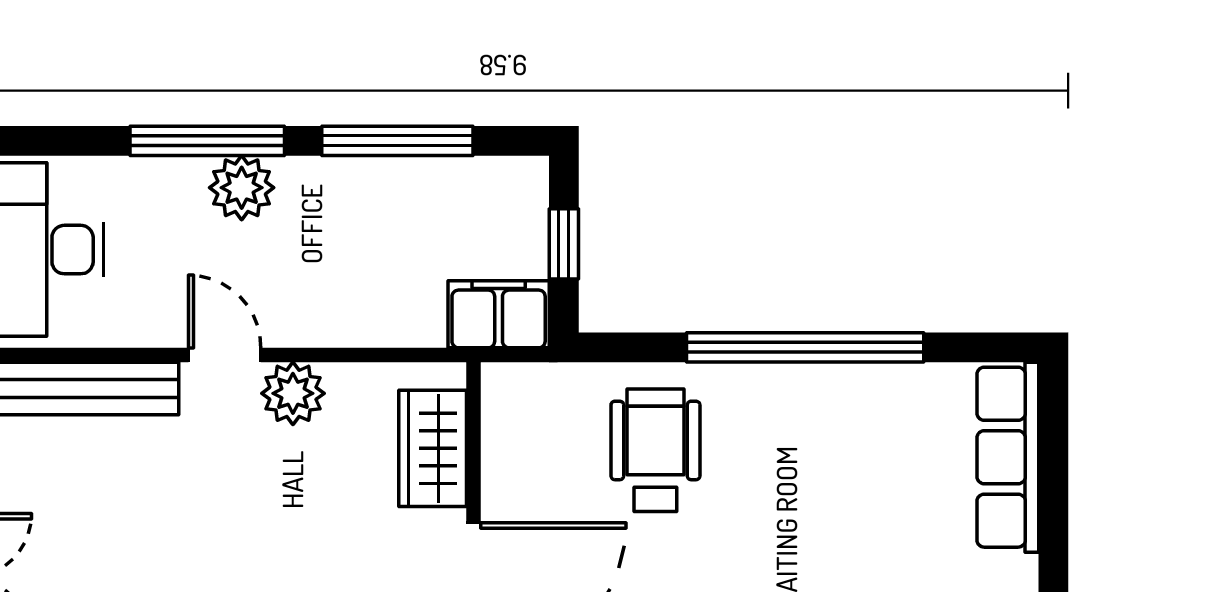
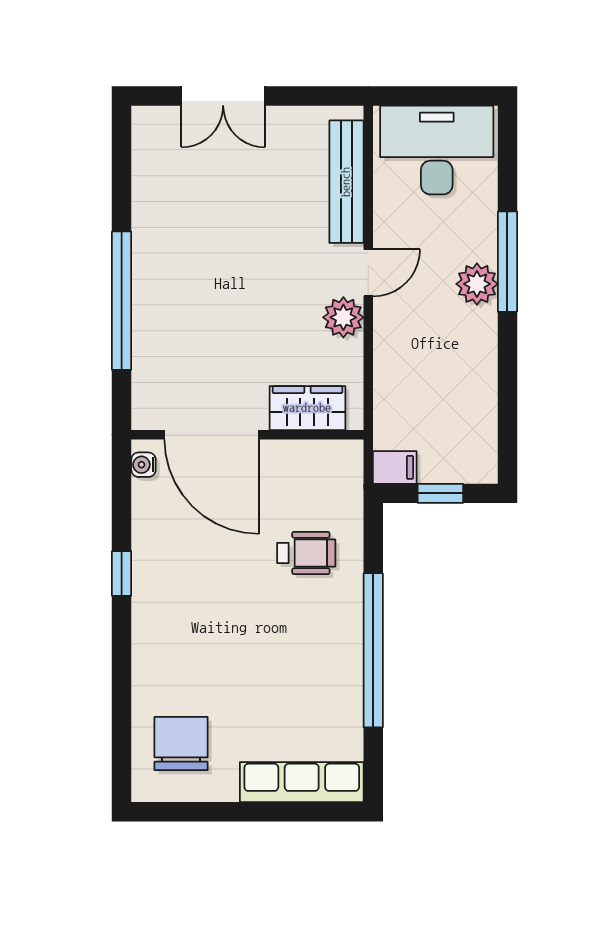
window: (397, 141) -> (507, 385), removed
filing cabinet: (499, 314) -> (395, 467), width x0.50
wheelchair: (655, 450) -> (306, 553), width x0.73, depth x0.73

